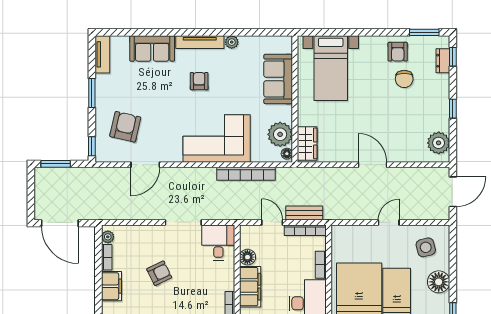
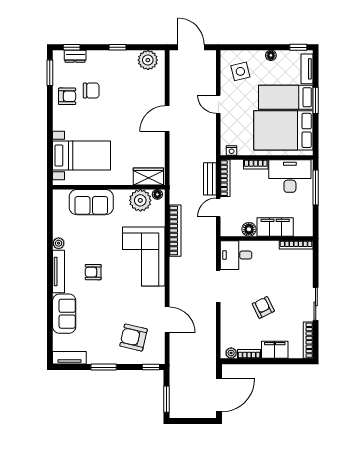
nightstand: (336, 237) -> (232, 150), added
floor lamp: (439, 282) -> (271, 55), width x0.53, depth x0.53

